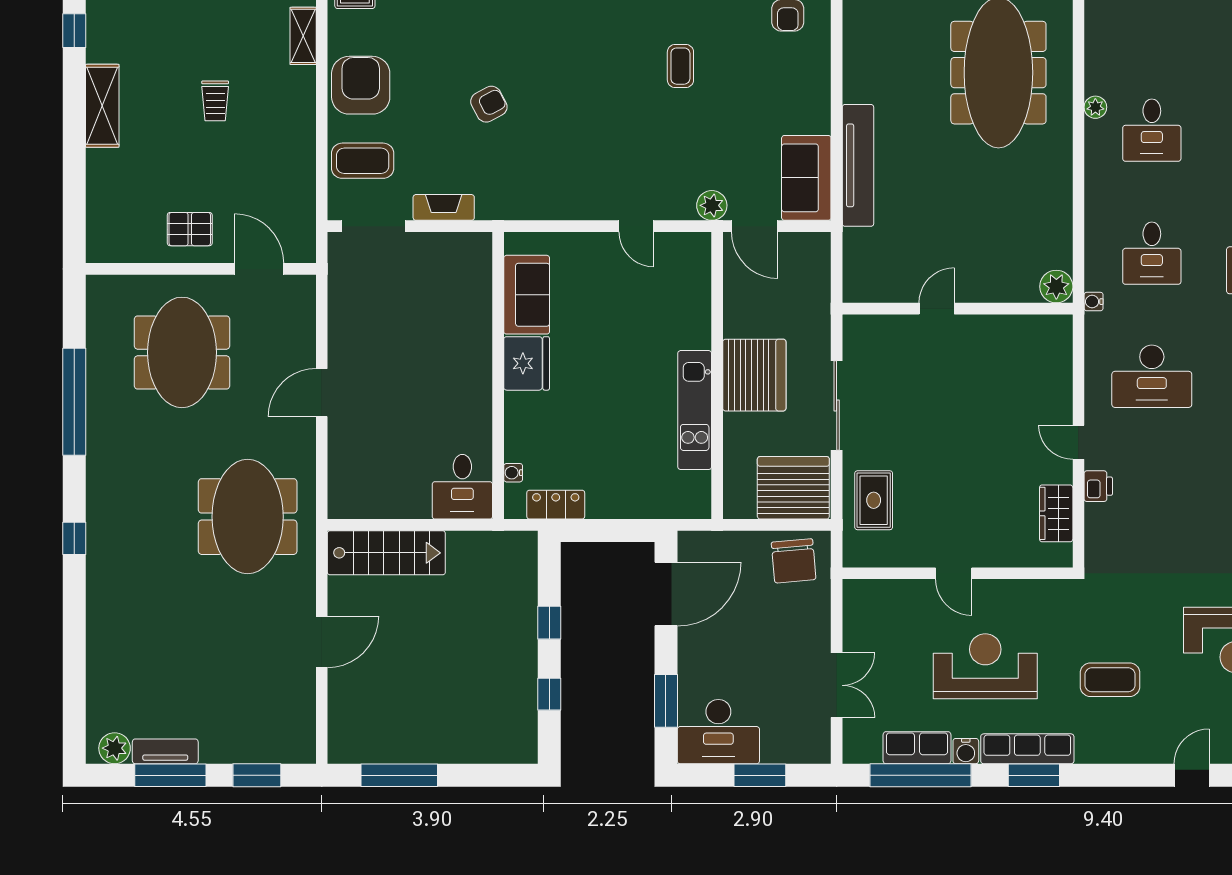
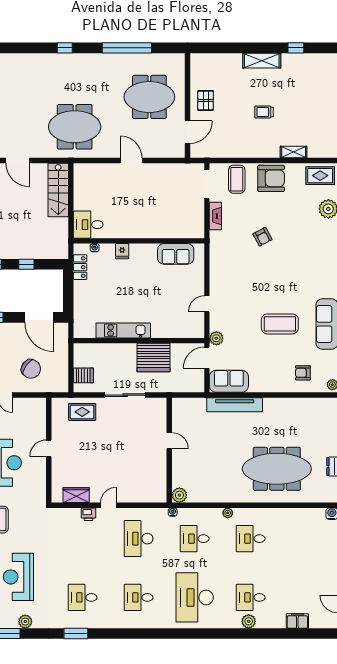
coffee table: (680, 66) -> (280, 324), width x1.86, depth x1.72
plant: (1095, 107) -> (228, 513), moved
fridge: (527, 363) -> (122, 251), moved, width x0.53, depth x0.75
server rack: (754, 375) -> (153, 358), moved
server rack: (793, 488) -> (83, 375), width x0.46, depth x0.70
chair: (794, 561) -> (31, 369), moved, turned -139

